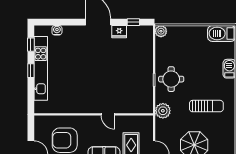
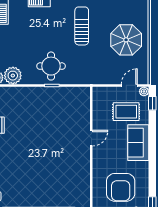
plant: (163, 111) -> (13, 76), moved

